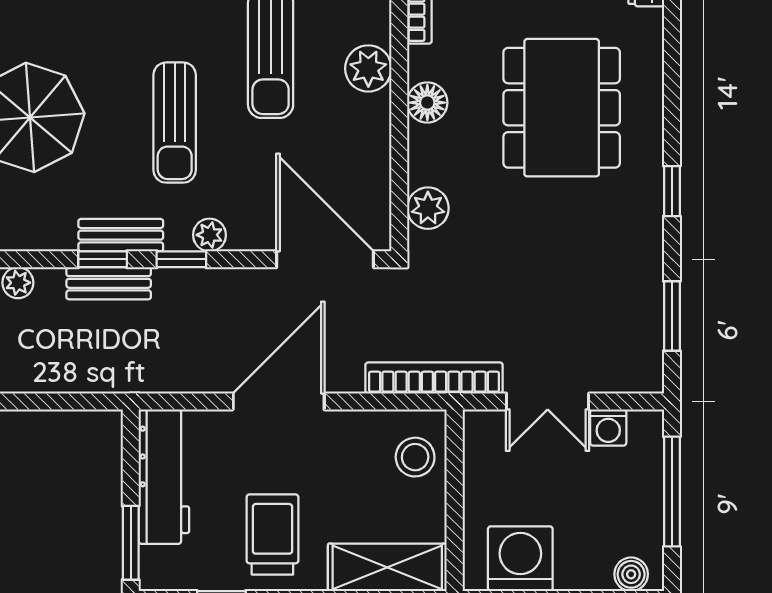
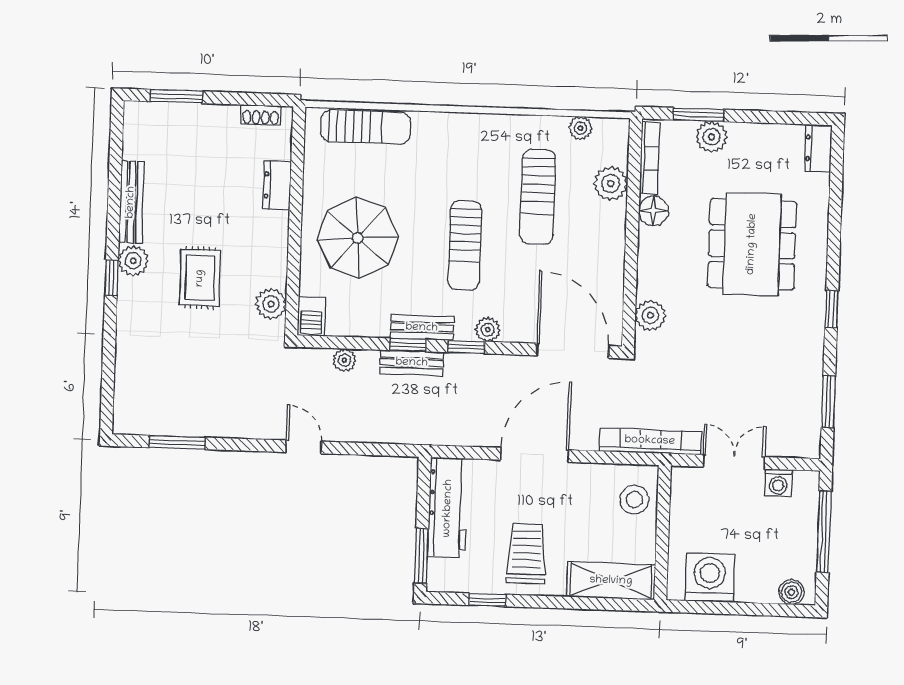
plant: (368, 68) -> (611, 184), moved
floor lamp: (427, 103) -> (653, 211), moved
double door: (548, 401) -> (734, 462), swing flipped

